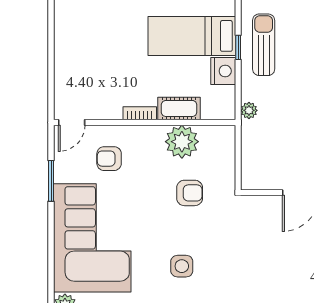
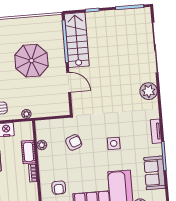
plant: (182, 142) -> (42, 145), width x0.53, depth x0.53
armchair: (190, 193) -> (74, 142), turned 70

